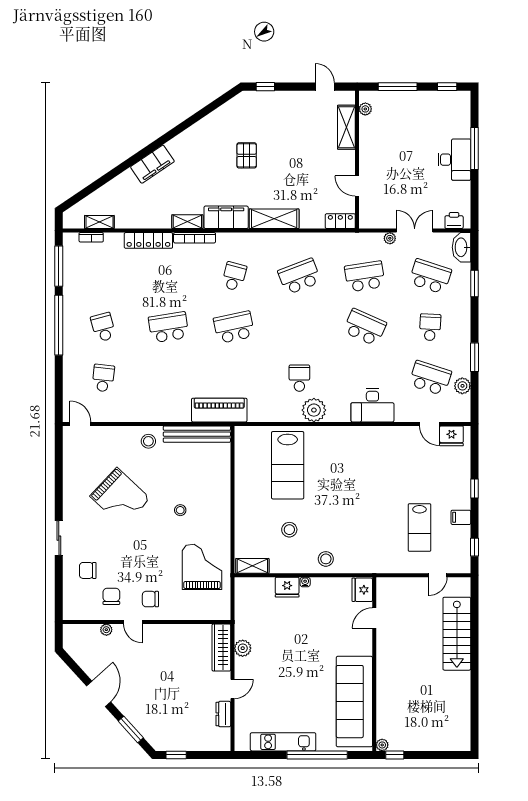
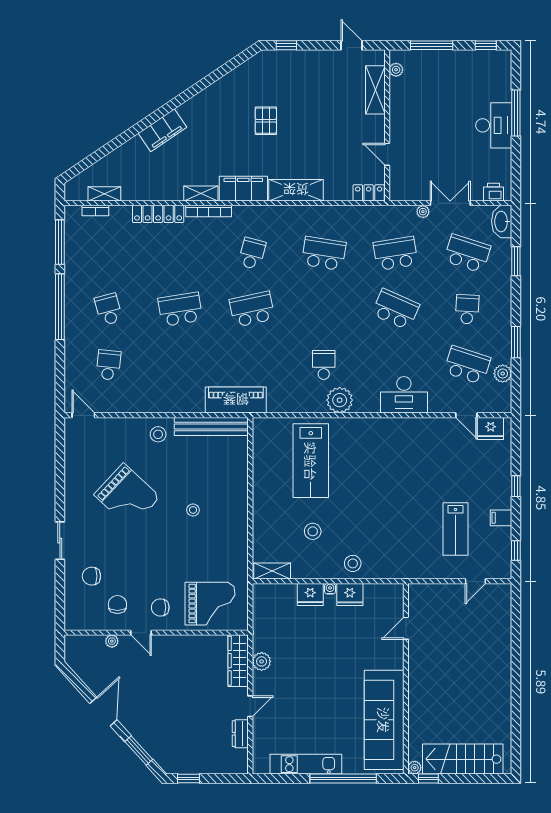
school desk: (299, 276) -> (324, 253), turned 30
grand piano: (202, 567) -> (210, 604), moved, turned 90
fridge: (362, 590) -> (350, 594), moved, turned -90
stairs: (457, 634) -> (463, 759), moved, turned 90

